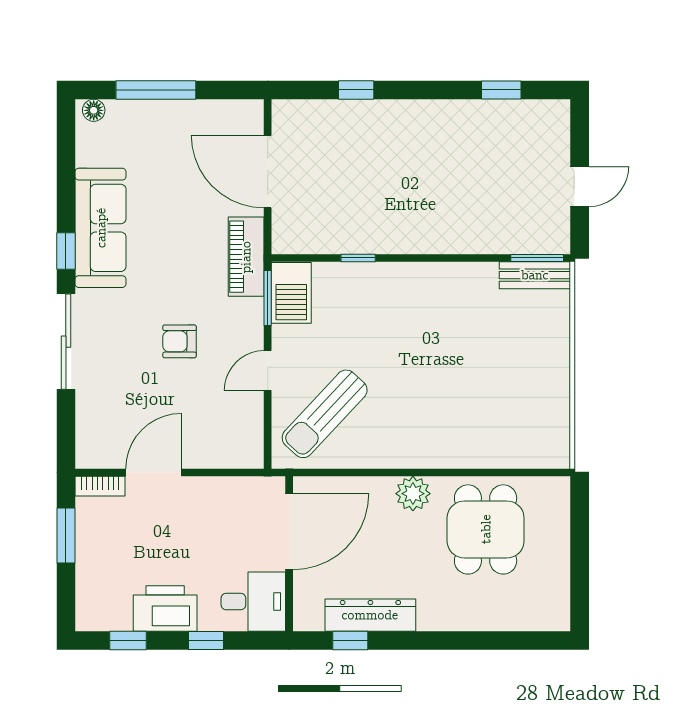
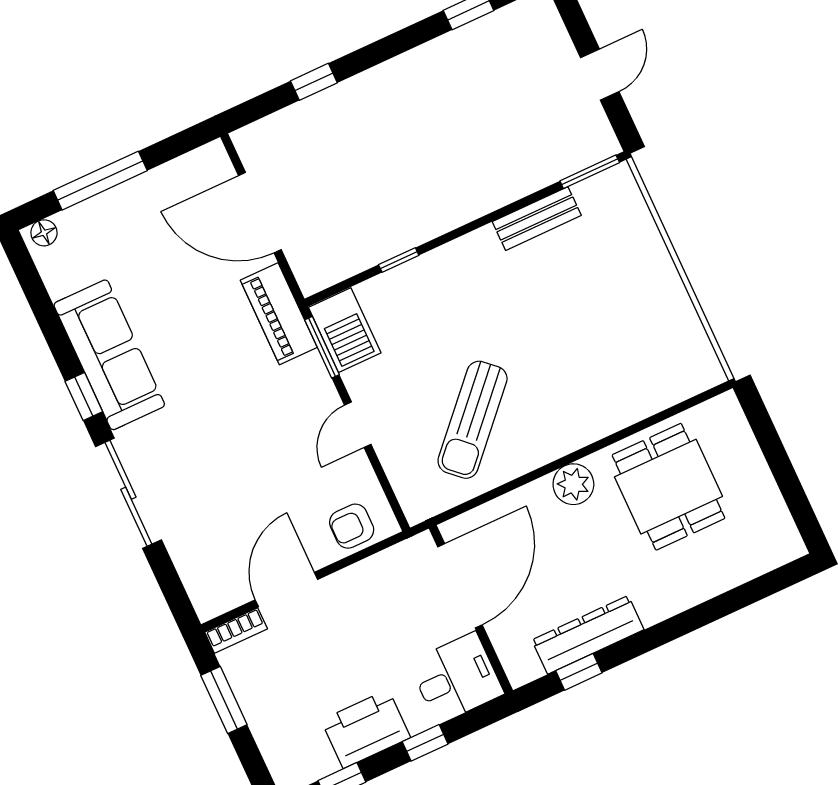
bench: (535, 275) -> (537, 219), moved
armchair: (180, 341) -> (352, 526), moved
sun lounger: (325, 414) -> (473, 420), moved

